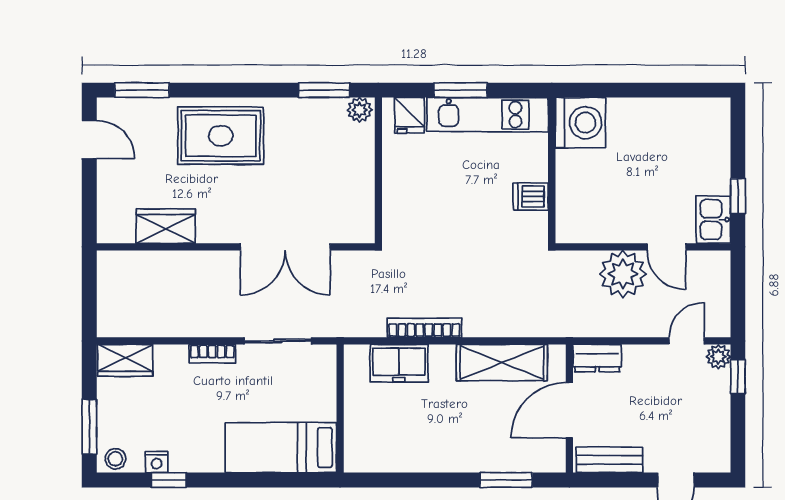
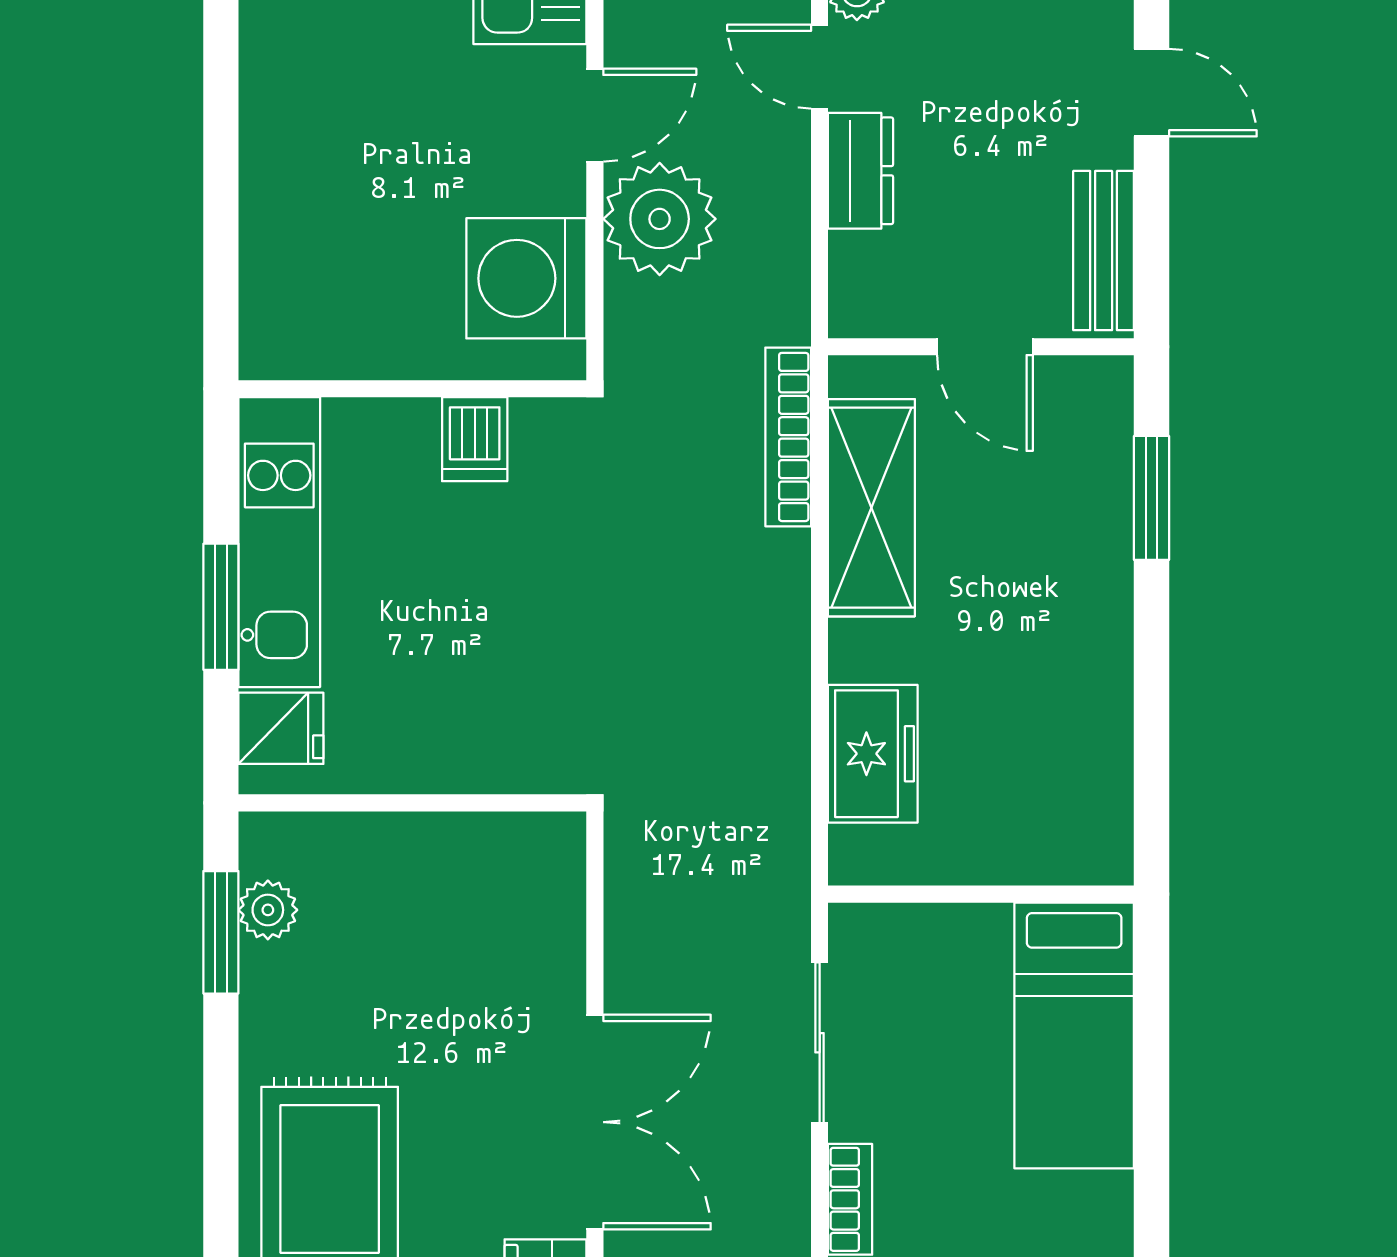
plant: (360, 110) -> (268, 910), moved
washing machine: (580, 123) -> (526, 278), moved, turned -90
double door: (285, 247) -> (595, 1122), moved
bookcase: (424, 328) -> (788, 437), moved
dresser: (597, 358) -> (860, 171), moved
door: (569, 410) -> (985, 347), width x0.73

